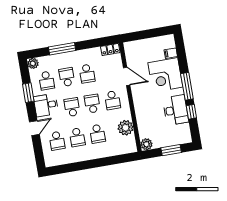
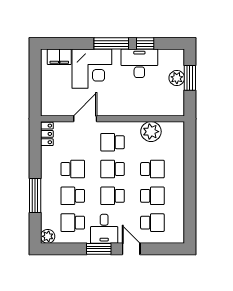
filing cabinet: (171, 53) -> (59, 57), width x2.00
school desk: (47, 81) -> (73, 223), turned 180
window: (28, 93) -> (99, 249), moved
school desk: (112, 100) -> (113, 142), turned 180
plant: (146, 144) -> (177, 78), moved

